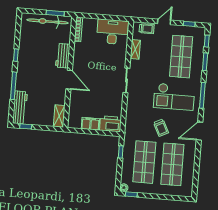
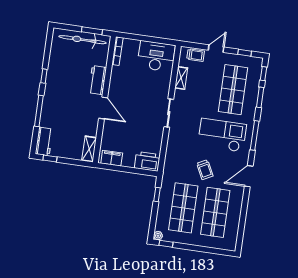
checkout: (174, 97) -> (222, 135), turned 180
workbench: (20, 108) -> (44, 141), width x0.73
filing cabinet: (90, 124) -> (112, 158), moved

